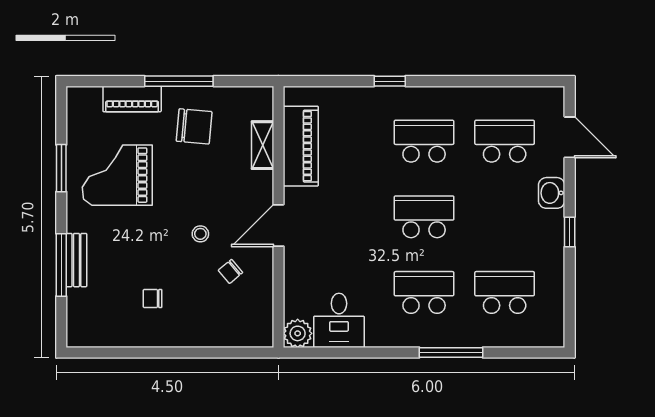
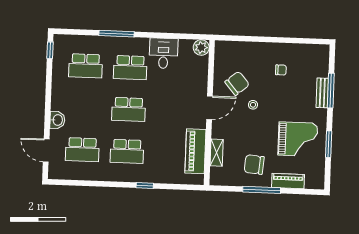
window: (570, 232) -> (50, 50), moved
chair: (230, 271) -> (237, 83), width x1.87, depth x1.87
desk: (339, 320) -> (163, 53), moved

